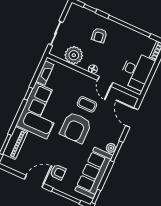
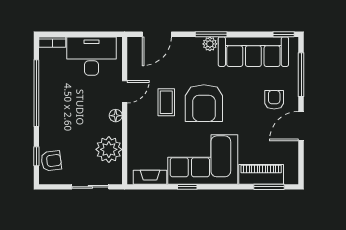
armchair: (99, 35) -> (51, 161), moved
armchair: (76, 128) -> (204, 103), turned 90
door: (34, 181) -> (301, 126), hinge flipped

